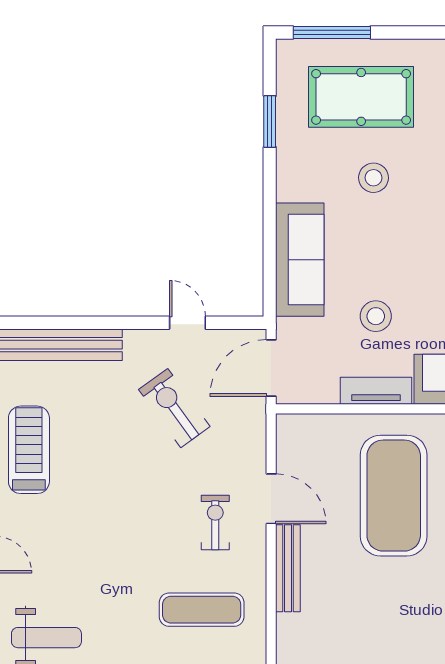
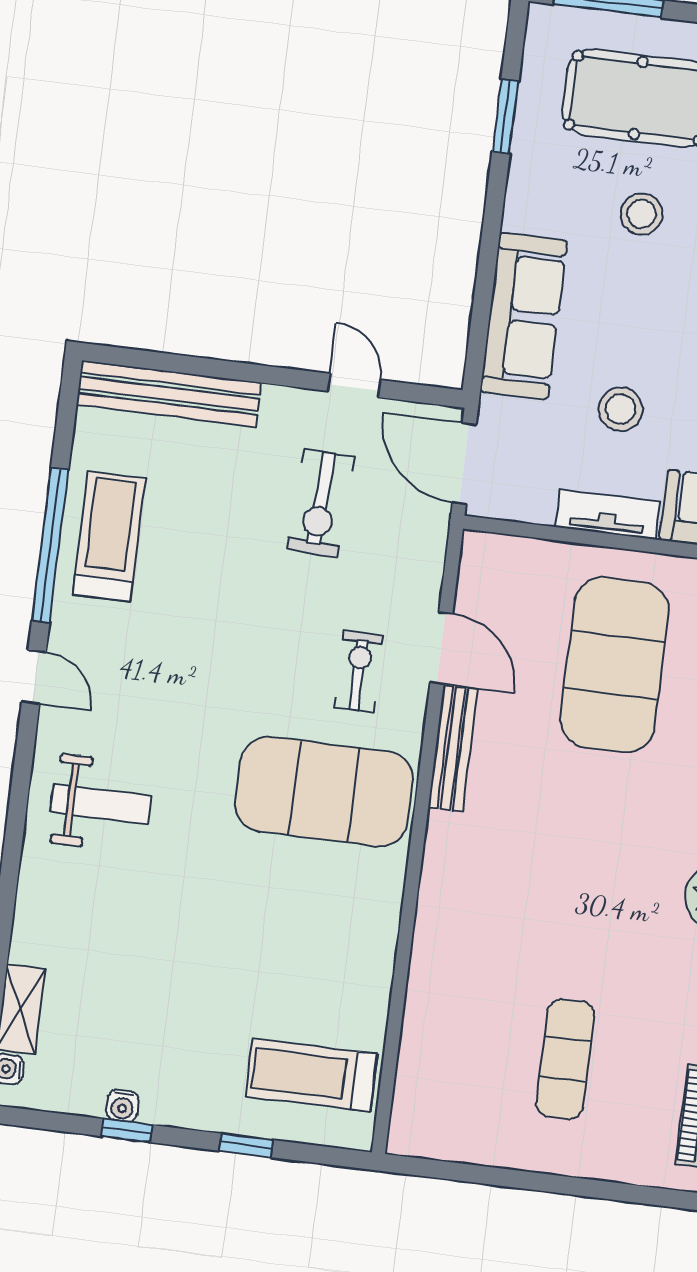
door: (271, 368) -> (464, 464), hinge flipped
exercise bike: (174, 408) -> (321, 503), turned -141
exercise mat: (202, 610) -> (324, 792), width x2.00, depth x1.45

